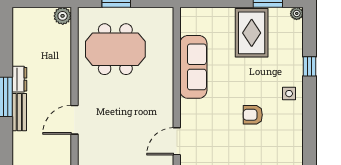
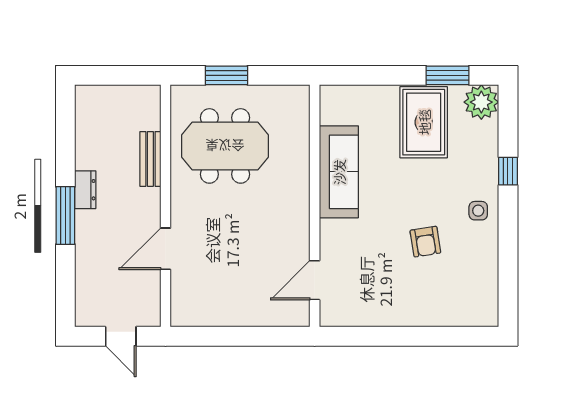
plant: (297, 13) -> (481, 102), width x1.88, depth x1.88
plant: (63, 16) -> (148, 97), removed
bench: (19, 112) -> (150, 159), moved
armchair: (253, 115) -> (425, 242), turned -99

